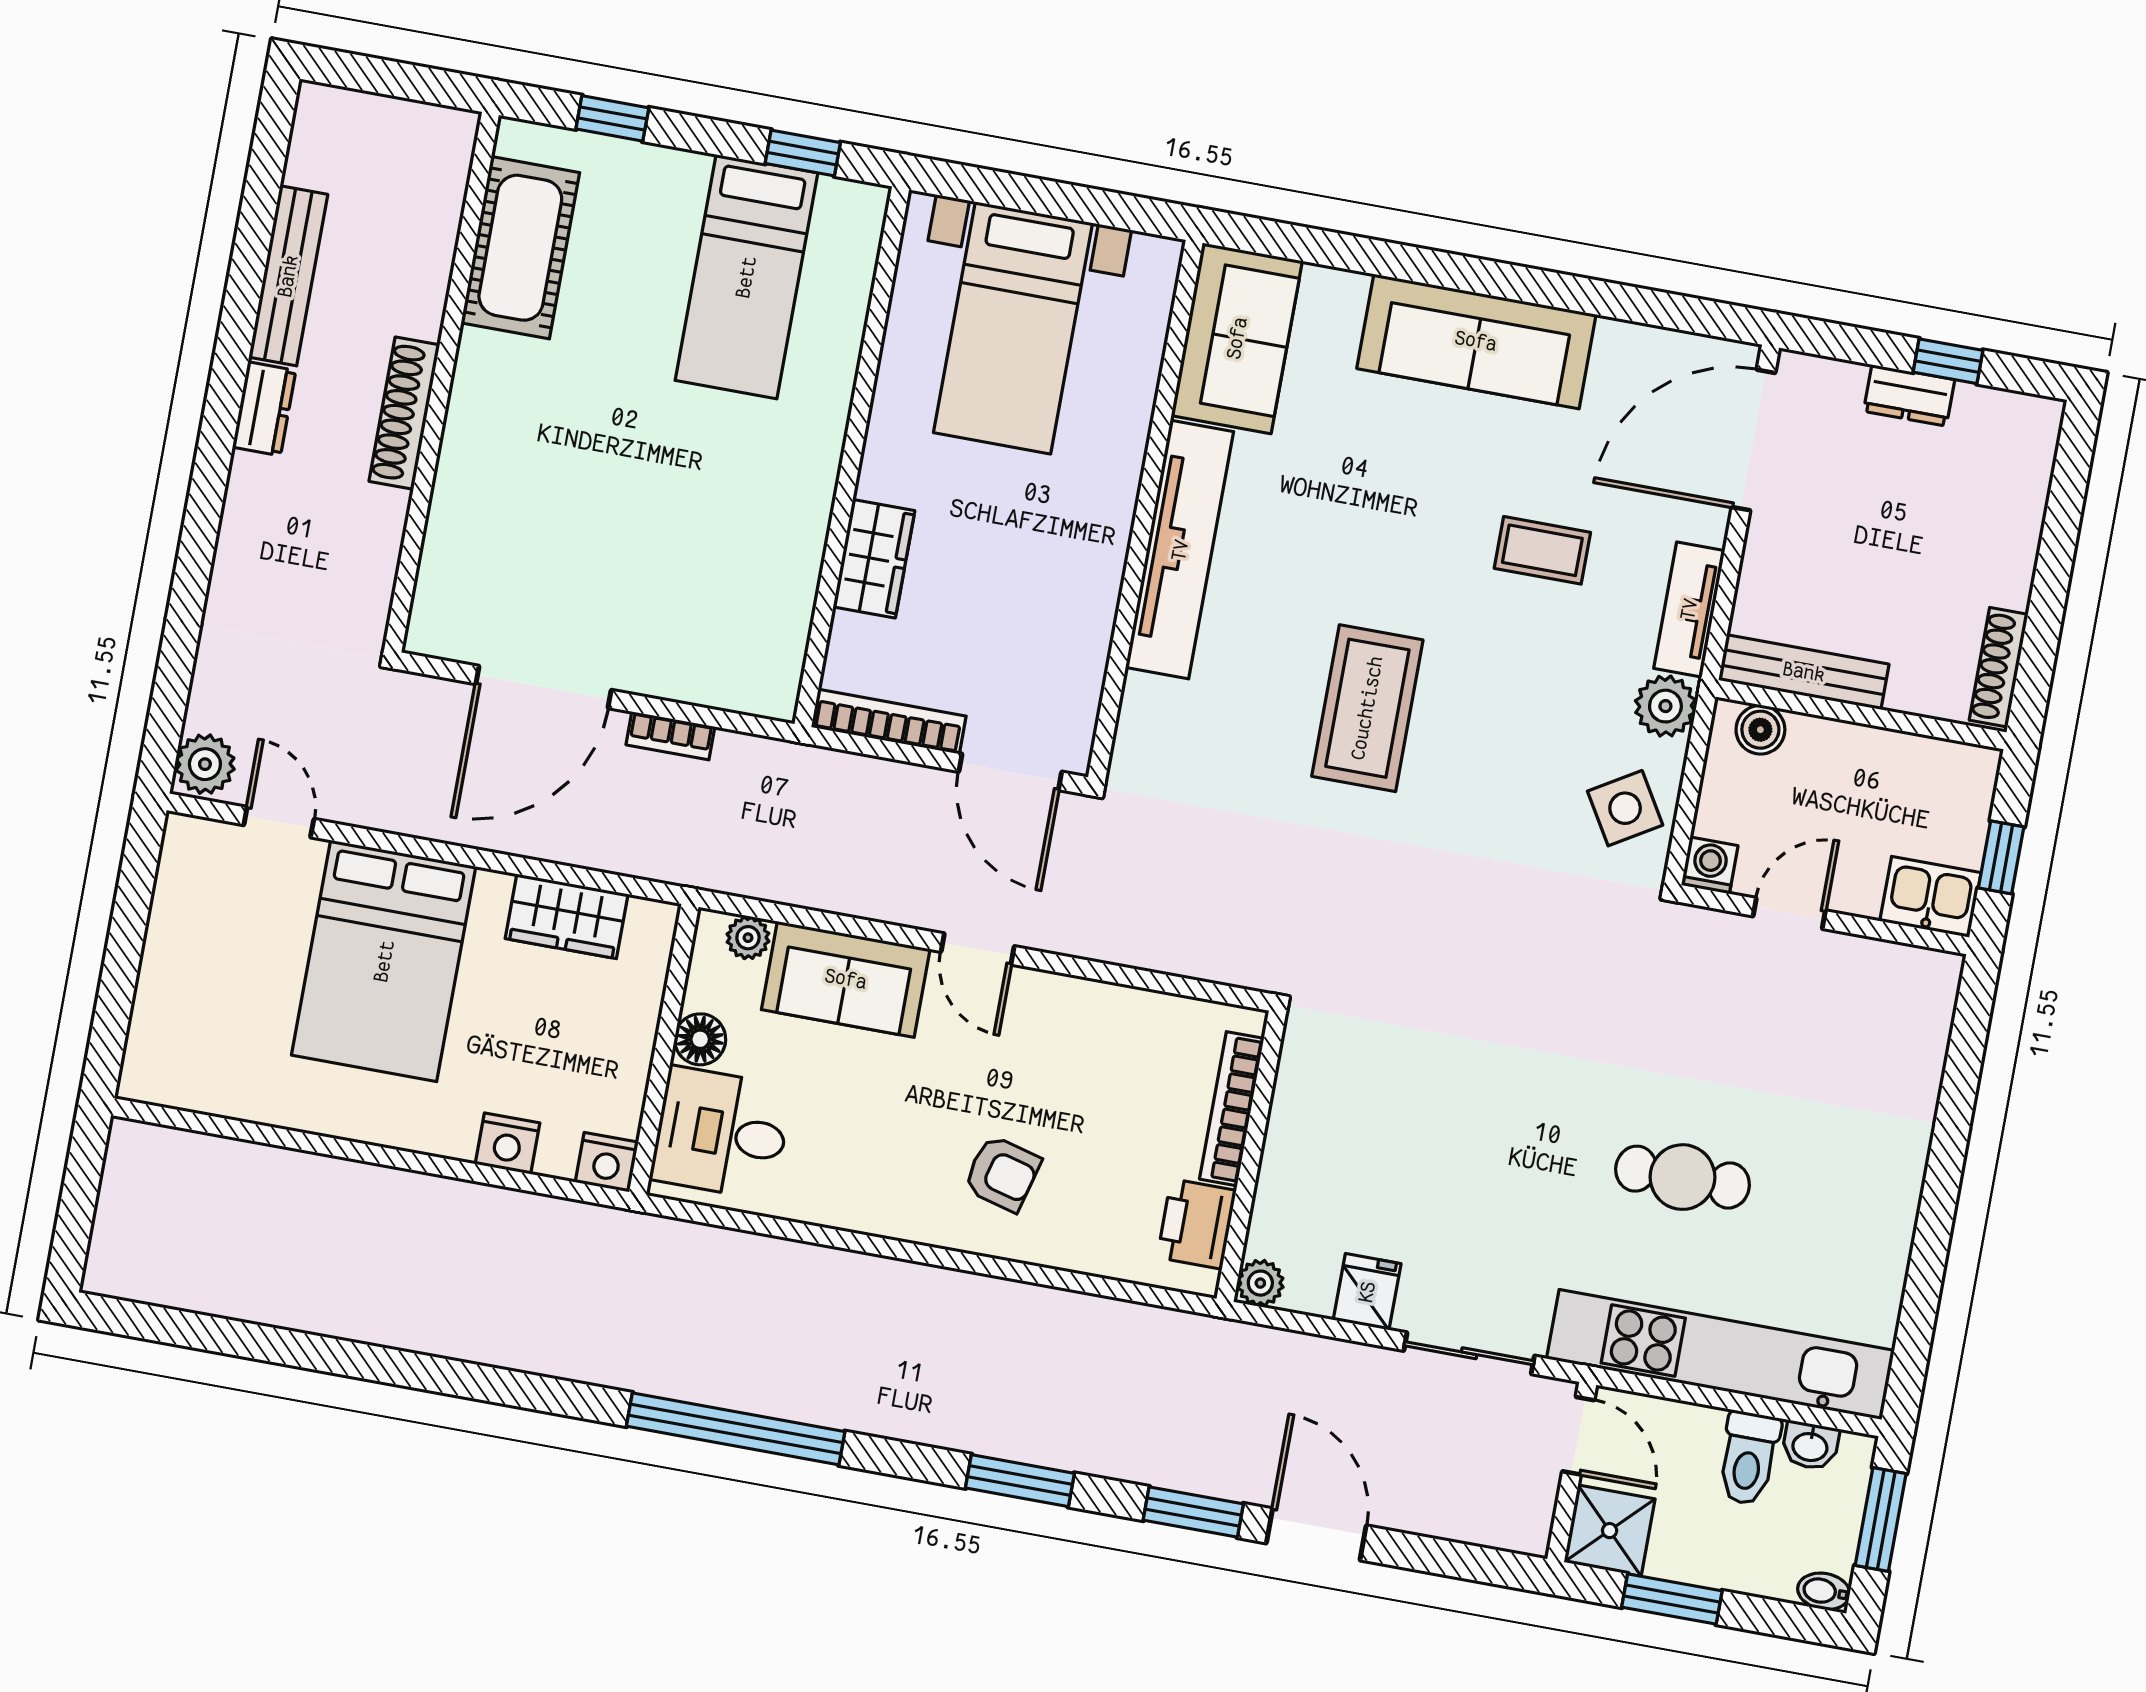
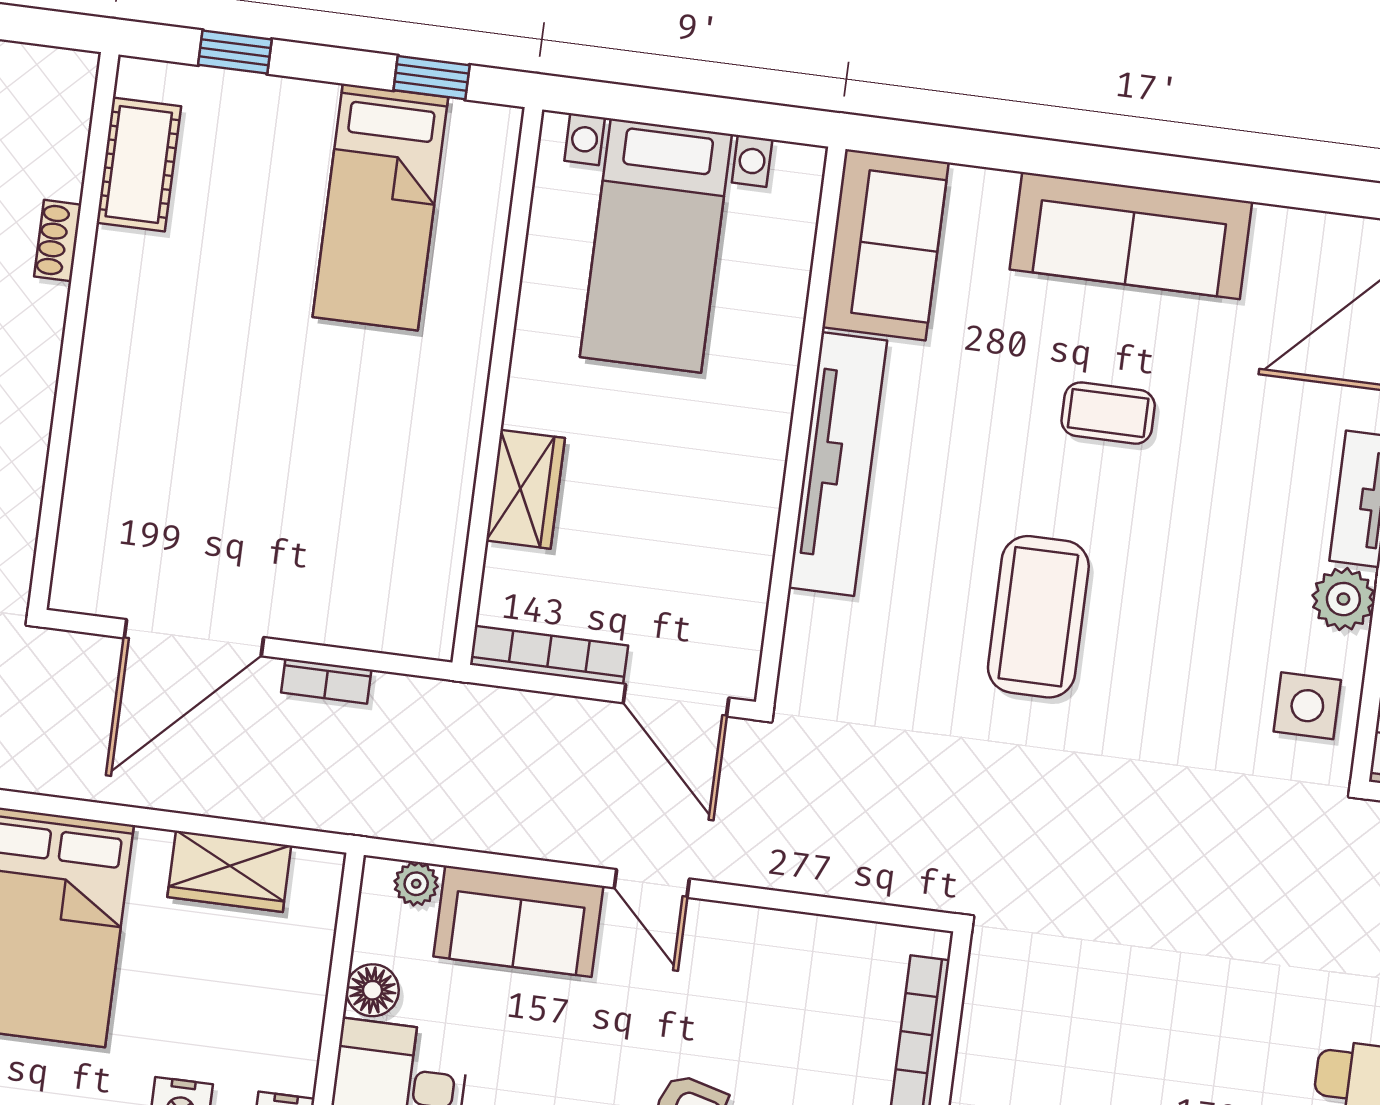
cot: (520, 248) -> (139, 165), width x0.73, depth x0.75
shoe rack: (404, 413) -> (58, 241), moved, width x0.51, depth x0.81
coffee table: (1542, 550) -> (1108, 413), moved
side table: (1625, 808) -> (1307, 706), turned 31

